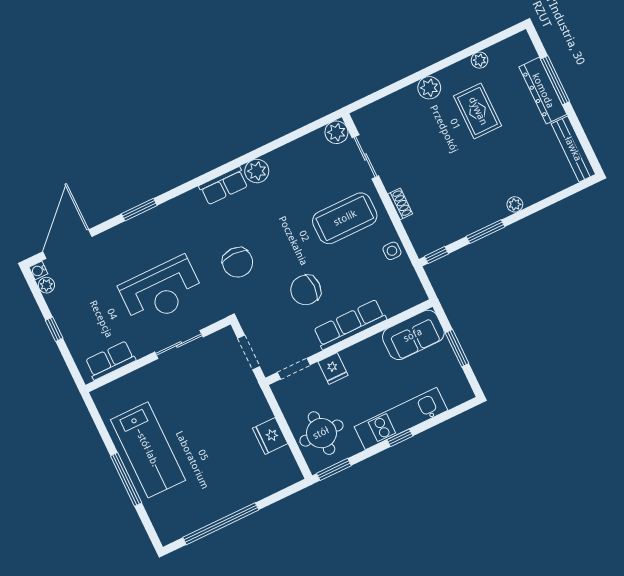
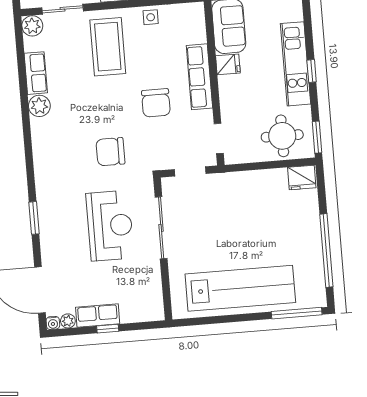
row of seats: (224, 186) -> (36, 73), moved
chair: (238, 262) -> (110, 152), turned 180
sliding door: (179, 345) -> (161, 228), width x1.37
row of seats: (110, 360) -> (98, 316), moved, turned 90
fridge: (333, 368) -> (228, 64), moved
fridge: (270, 436) -> (302, 177), moved
lab bench: (148, 450) -> (240, 288), width x1.36
window: (126, 479) -> (297, 313), moved

